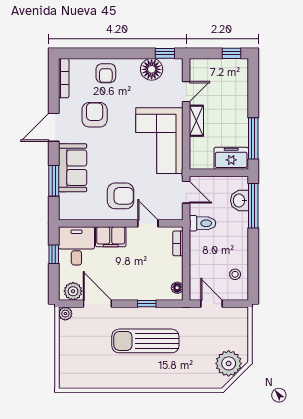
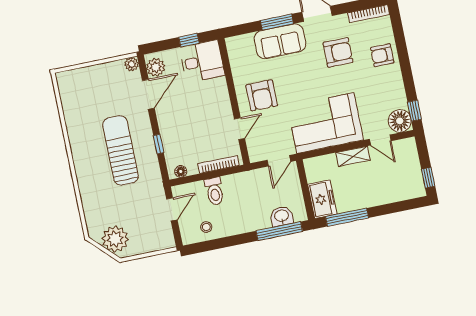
floor lamp: (152, 69) -> (400, 121), moved
window: (54, 181) -> (277, 22), moved
toilet: (203, 223) -> (214, 191), moved
filing cabinet: (111, 237) -> (218, 94), removed
bookcase: (178, 243) -> (219, 164), width x1.56

